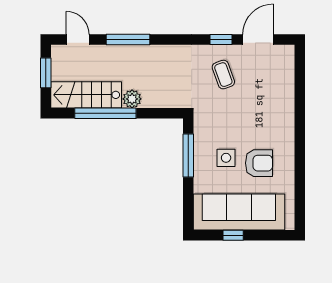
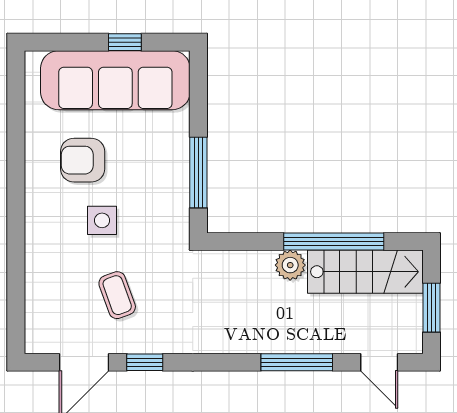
coffee table: (223, 75) -> (117, 295), moved
side table: (226, 158) -> (102, 220), moved

